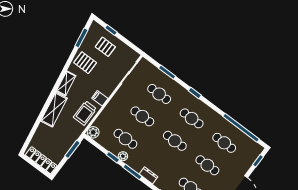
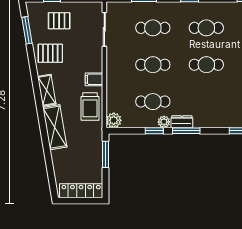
dresser: (149, 175) -> (182, 122), moved

